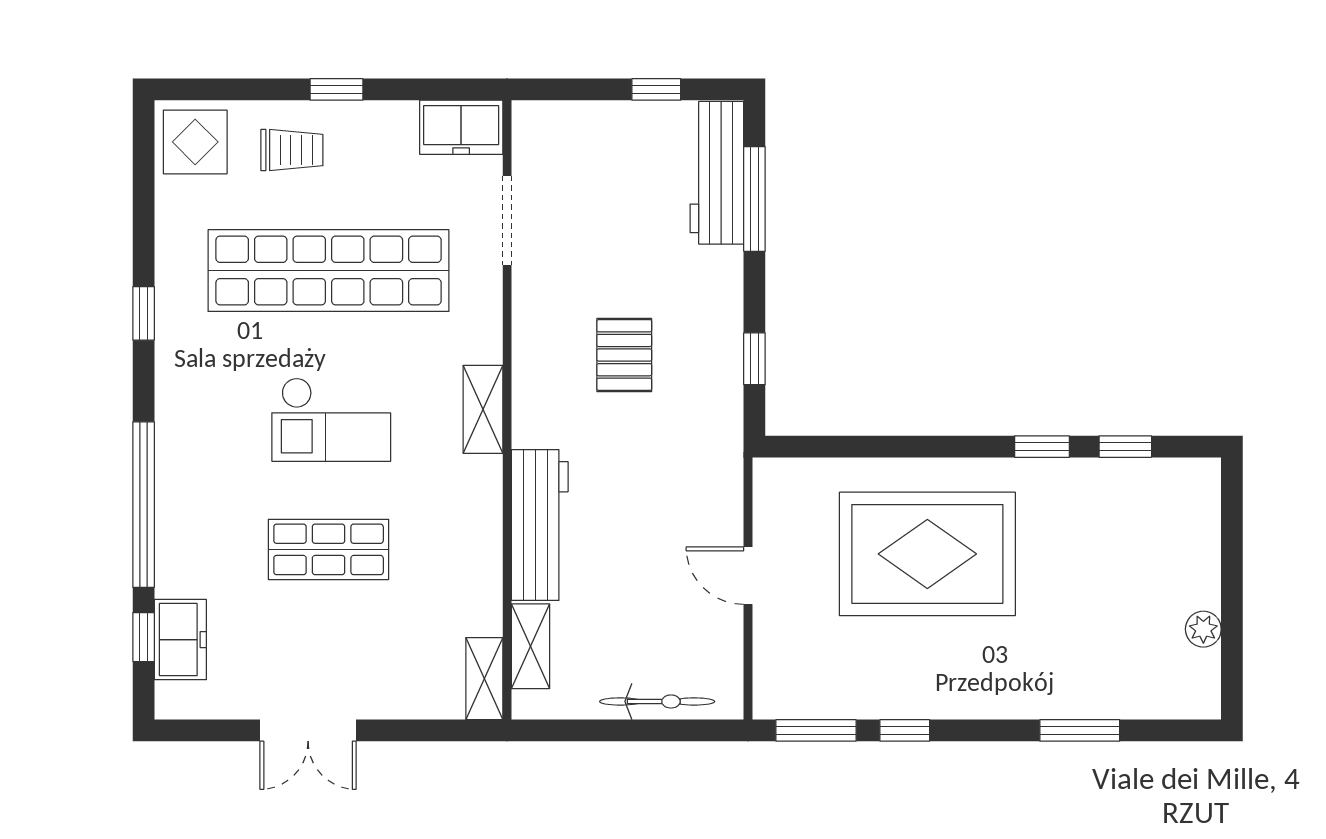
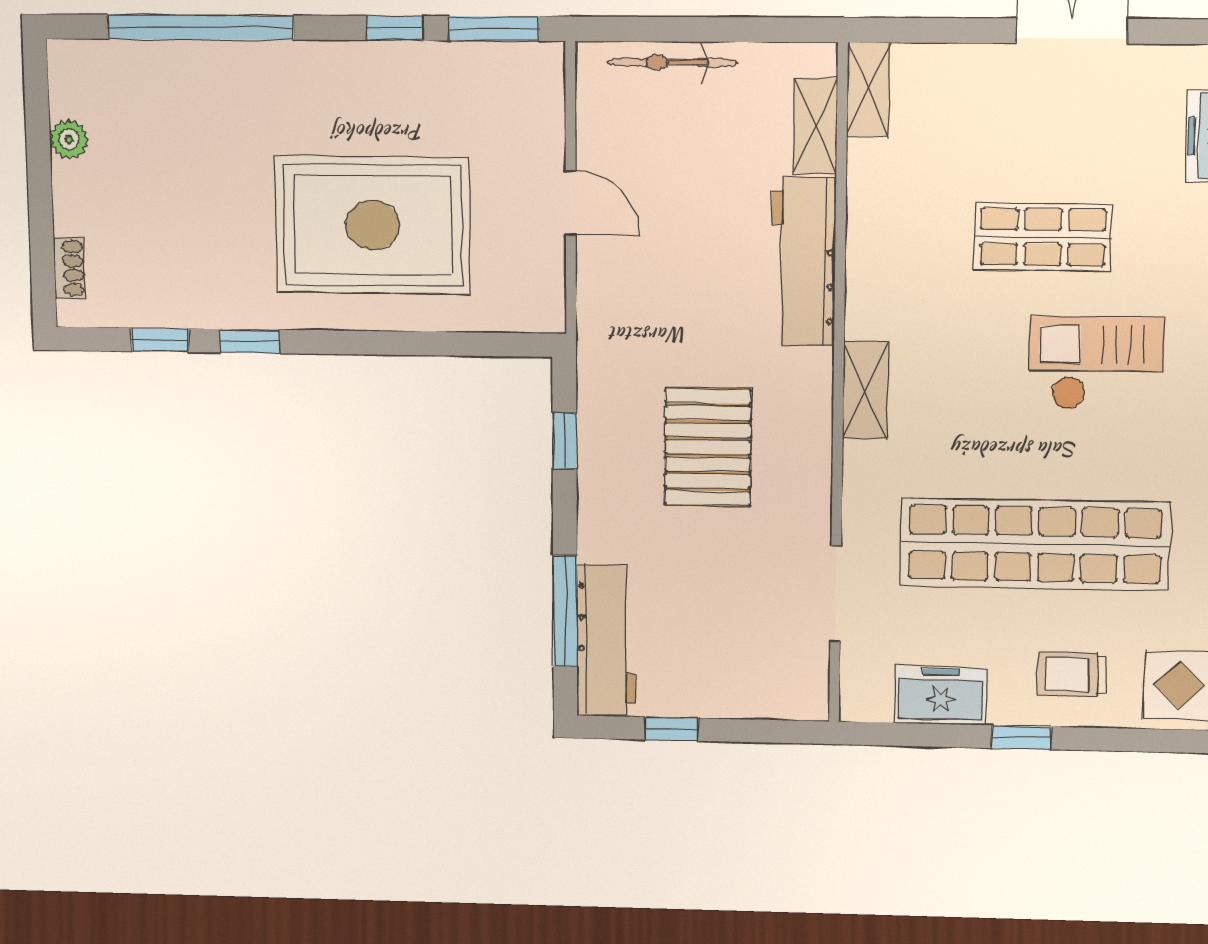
freezer: (461, 127) -> (940, 696), moved
pallet: (624, 355) -> (708, 447), width x1.50, depth x1.42
checkout: (331, 420) -> (1096, 363), moved
shoe rack: (1207, 512) -> (69, 268), added
window: (1080, 730) -> (201, 27), width x2.11

